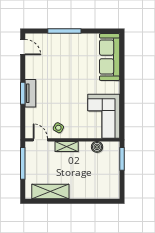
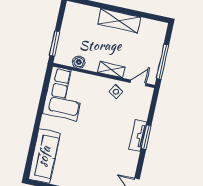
door: (40, 140) -> (138, 83), swing flipped
shelving: (50, 192) -> (119, 21), moved

